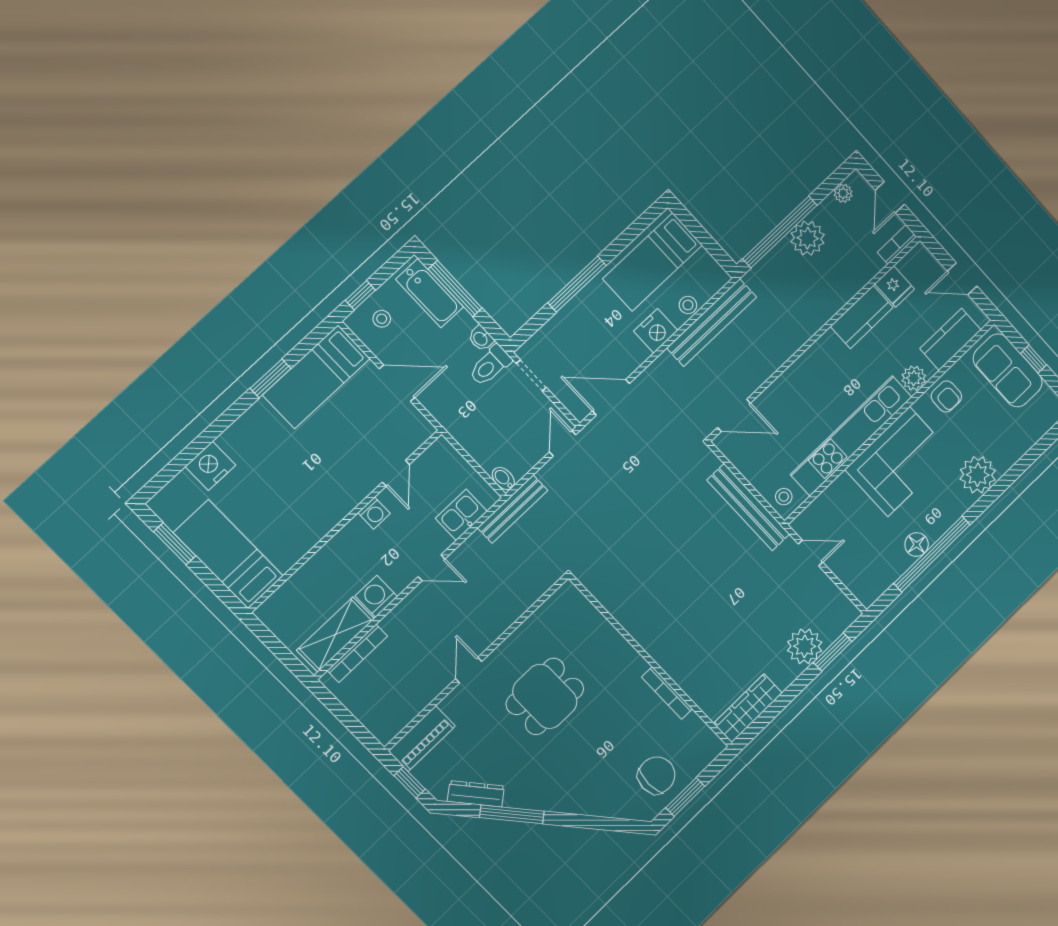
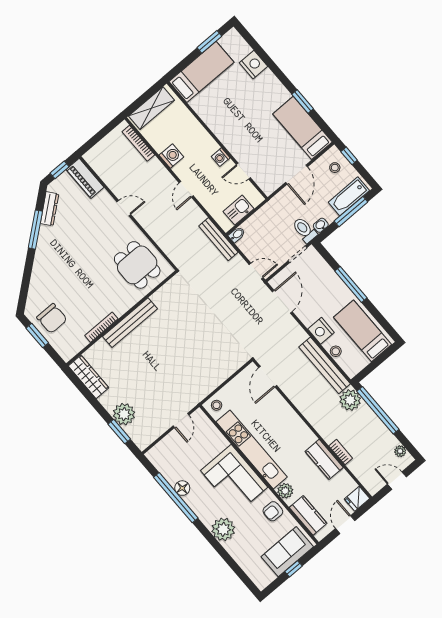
plant: (808, 238) -> (350, 400), moved
bookcase: (897, 245) -> (341, 452), moved
fridge: (895, 287) -> (357, 499), moved
bench: (748, 507) -> (130, 323), moved
kitchen sink: (461, 515) -> (239, 210), moved, turned -90
shelving: (335, 634) -> (152, 108), moved, turned 90
dining table: (545, 696) -> (137, 265), moved

